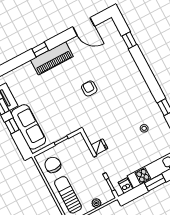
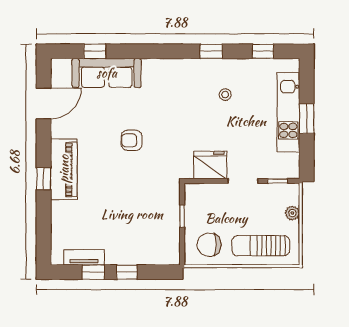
sofa: (29, 127) -> (107, 73), moved, turned 180
fridge: (99, 147) -> (210, 165), width x1.88, depth x1.34
dishwasher: (126, 186) -> (290, 161), removed

